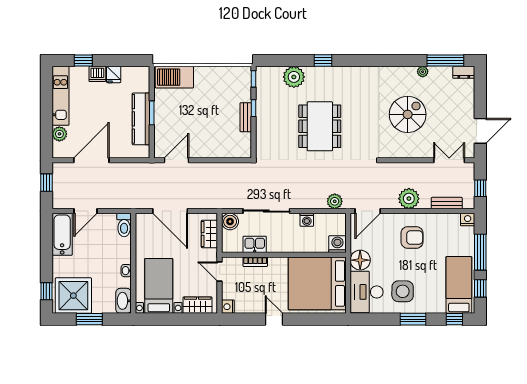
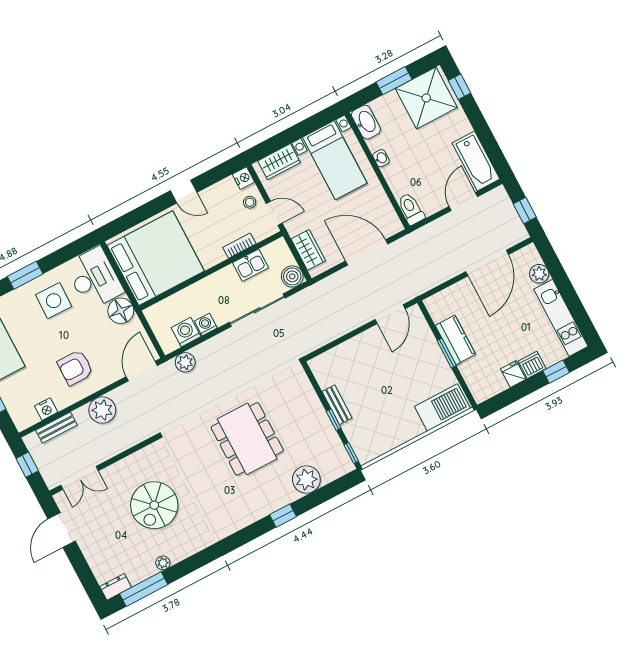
kitchen counter: (141, 119) -> (455, 340), width x0.67
nightstand: (468, 220) -> (46, 409), moved
washing machine: (337, 244) -> (186, 332), moved, turned 180
stool: (232, 288) -> (250, 202), added

